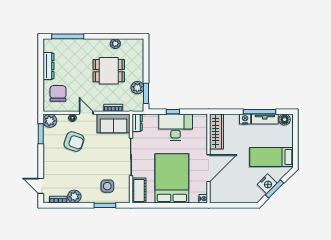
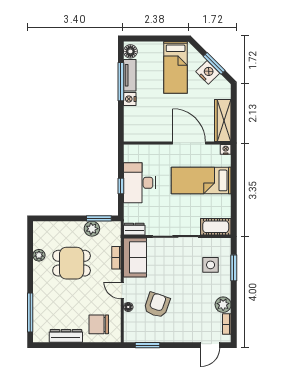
dining table: (109, 71) -> (72, 263), turned 90
door: (86, 113) -> (122, 290), hinge flipped
plant: (50, 121) -> (132, 334), removed
wardrobe: (216, 131) -> (223, 120), moved, turned -90
bed: (172, 178) -> (201, 180), width x0.67

